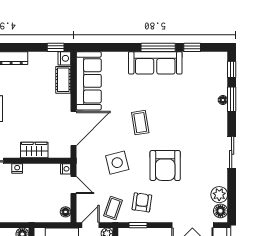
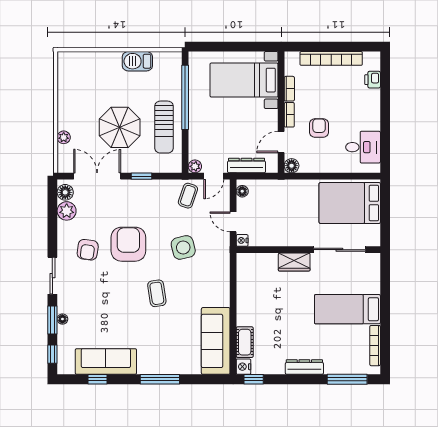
window: (158, 47) -> (160, 379), moved
sofa: (155, 63) -> (106, 361), moved
door: (73, 129) -> (233, 286), removed
wardrobe: (34, 150) -> (294, 262), moved
sliding door: (232, 152) -> (52, 276), moved
nightstand: (17, 168) -> (297, 241), removed
armchair: (142, 202) -> (88, 250), moved
window: (138, 225) -> (142, 176), moved

